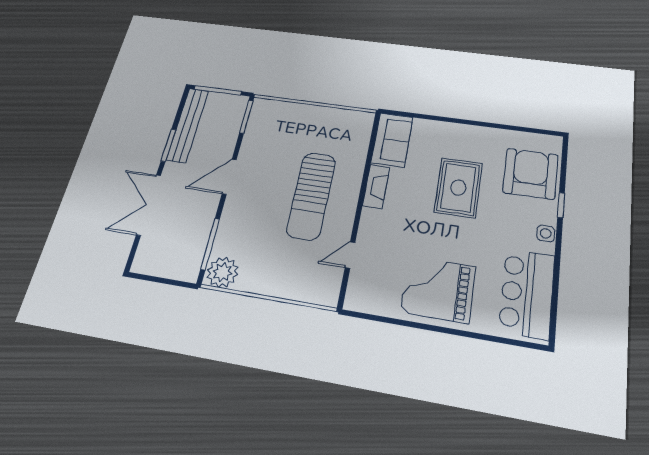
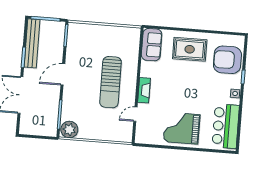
armchair: (530, 174) -> (227, 60), turned -90
fireplace: (376, 186) -> (144, 90), moved
rug: (458, 188) -> (190, 49), moved, turned 90

